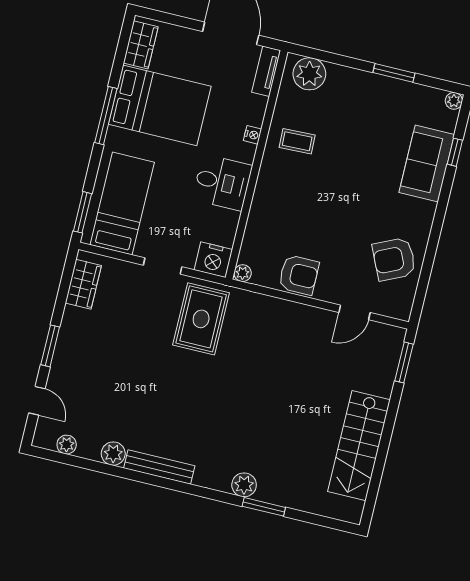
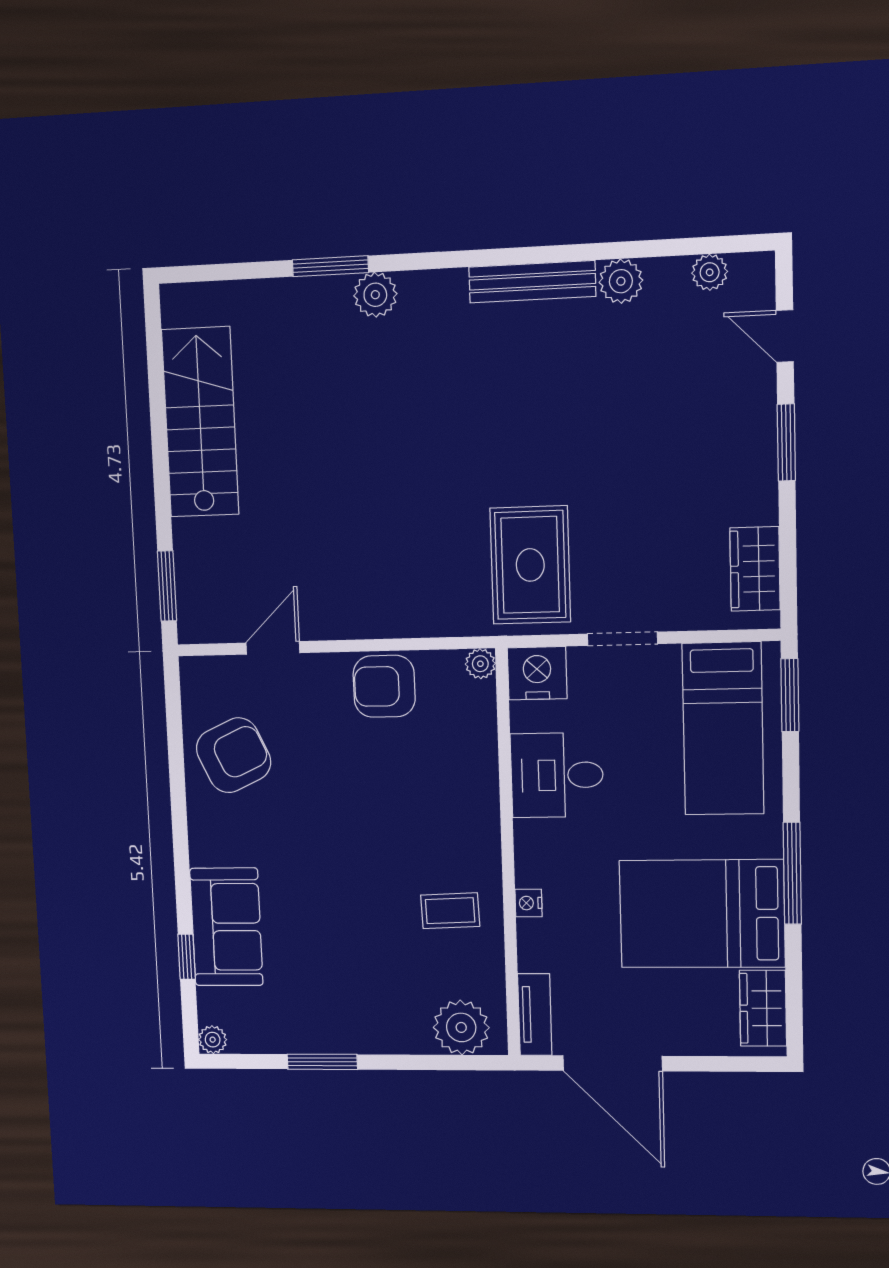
desk: (222, 183) -> (557, 775), moved

